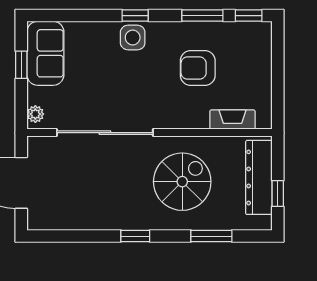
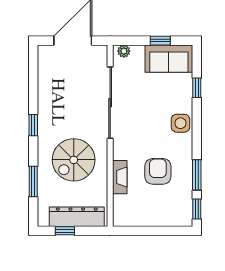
window: (135, 16) -> (197, 88), moved
fireplace: (232, 120) -> (120, 177), moved
spiral stairs: (182, 182) -> (74, 160), turned 90

